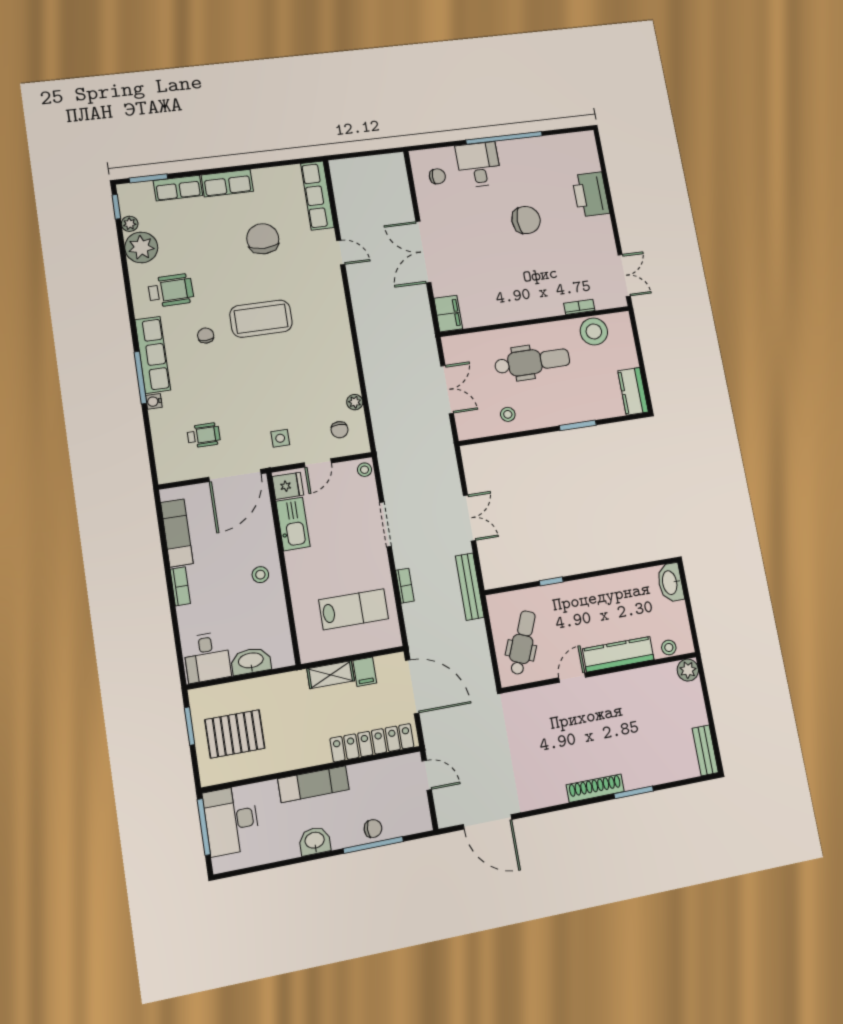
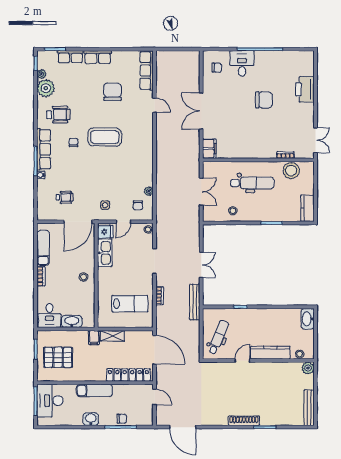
filing cabinet: (365, 672) -> (94, 338), moved
bench: (705, 750) -> (309, 408), width x1.36

